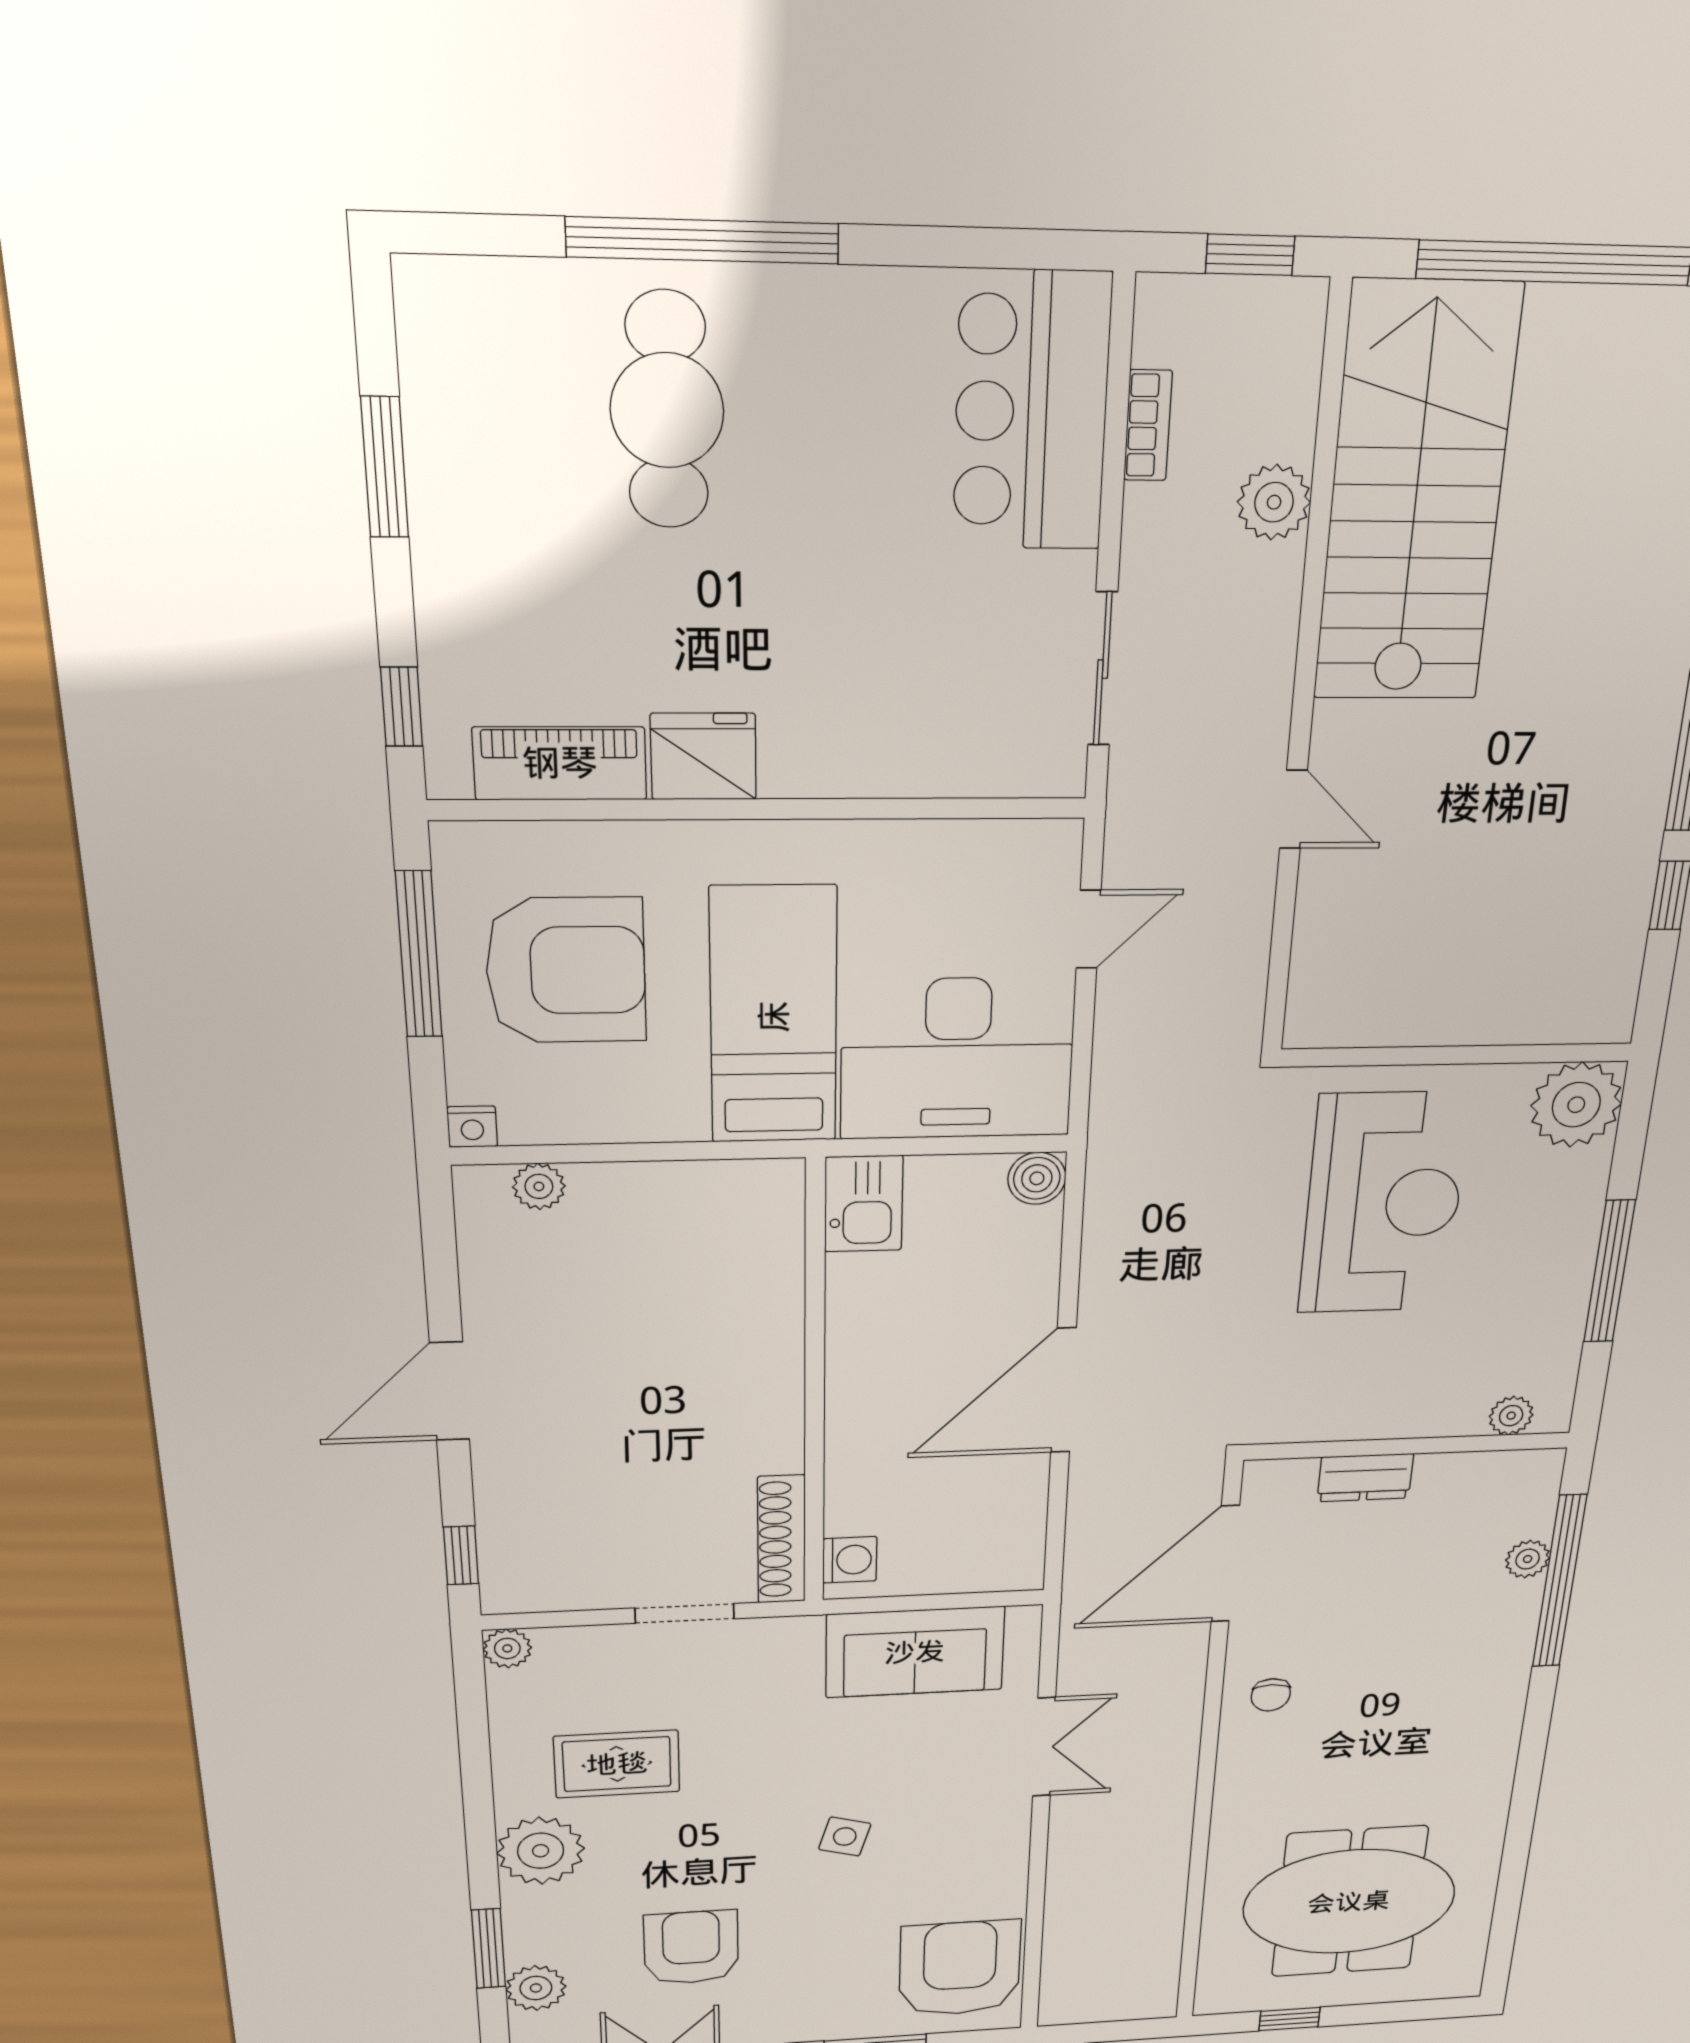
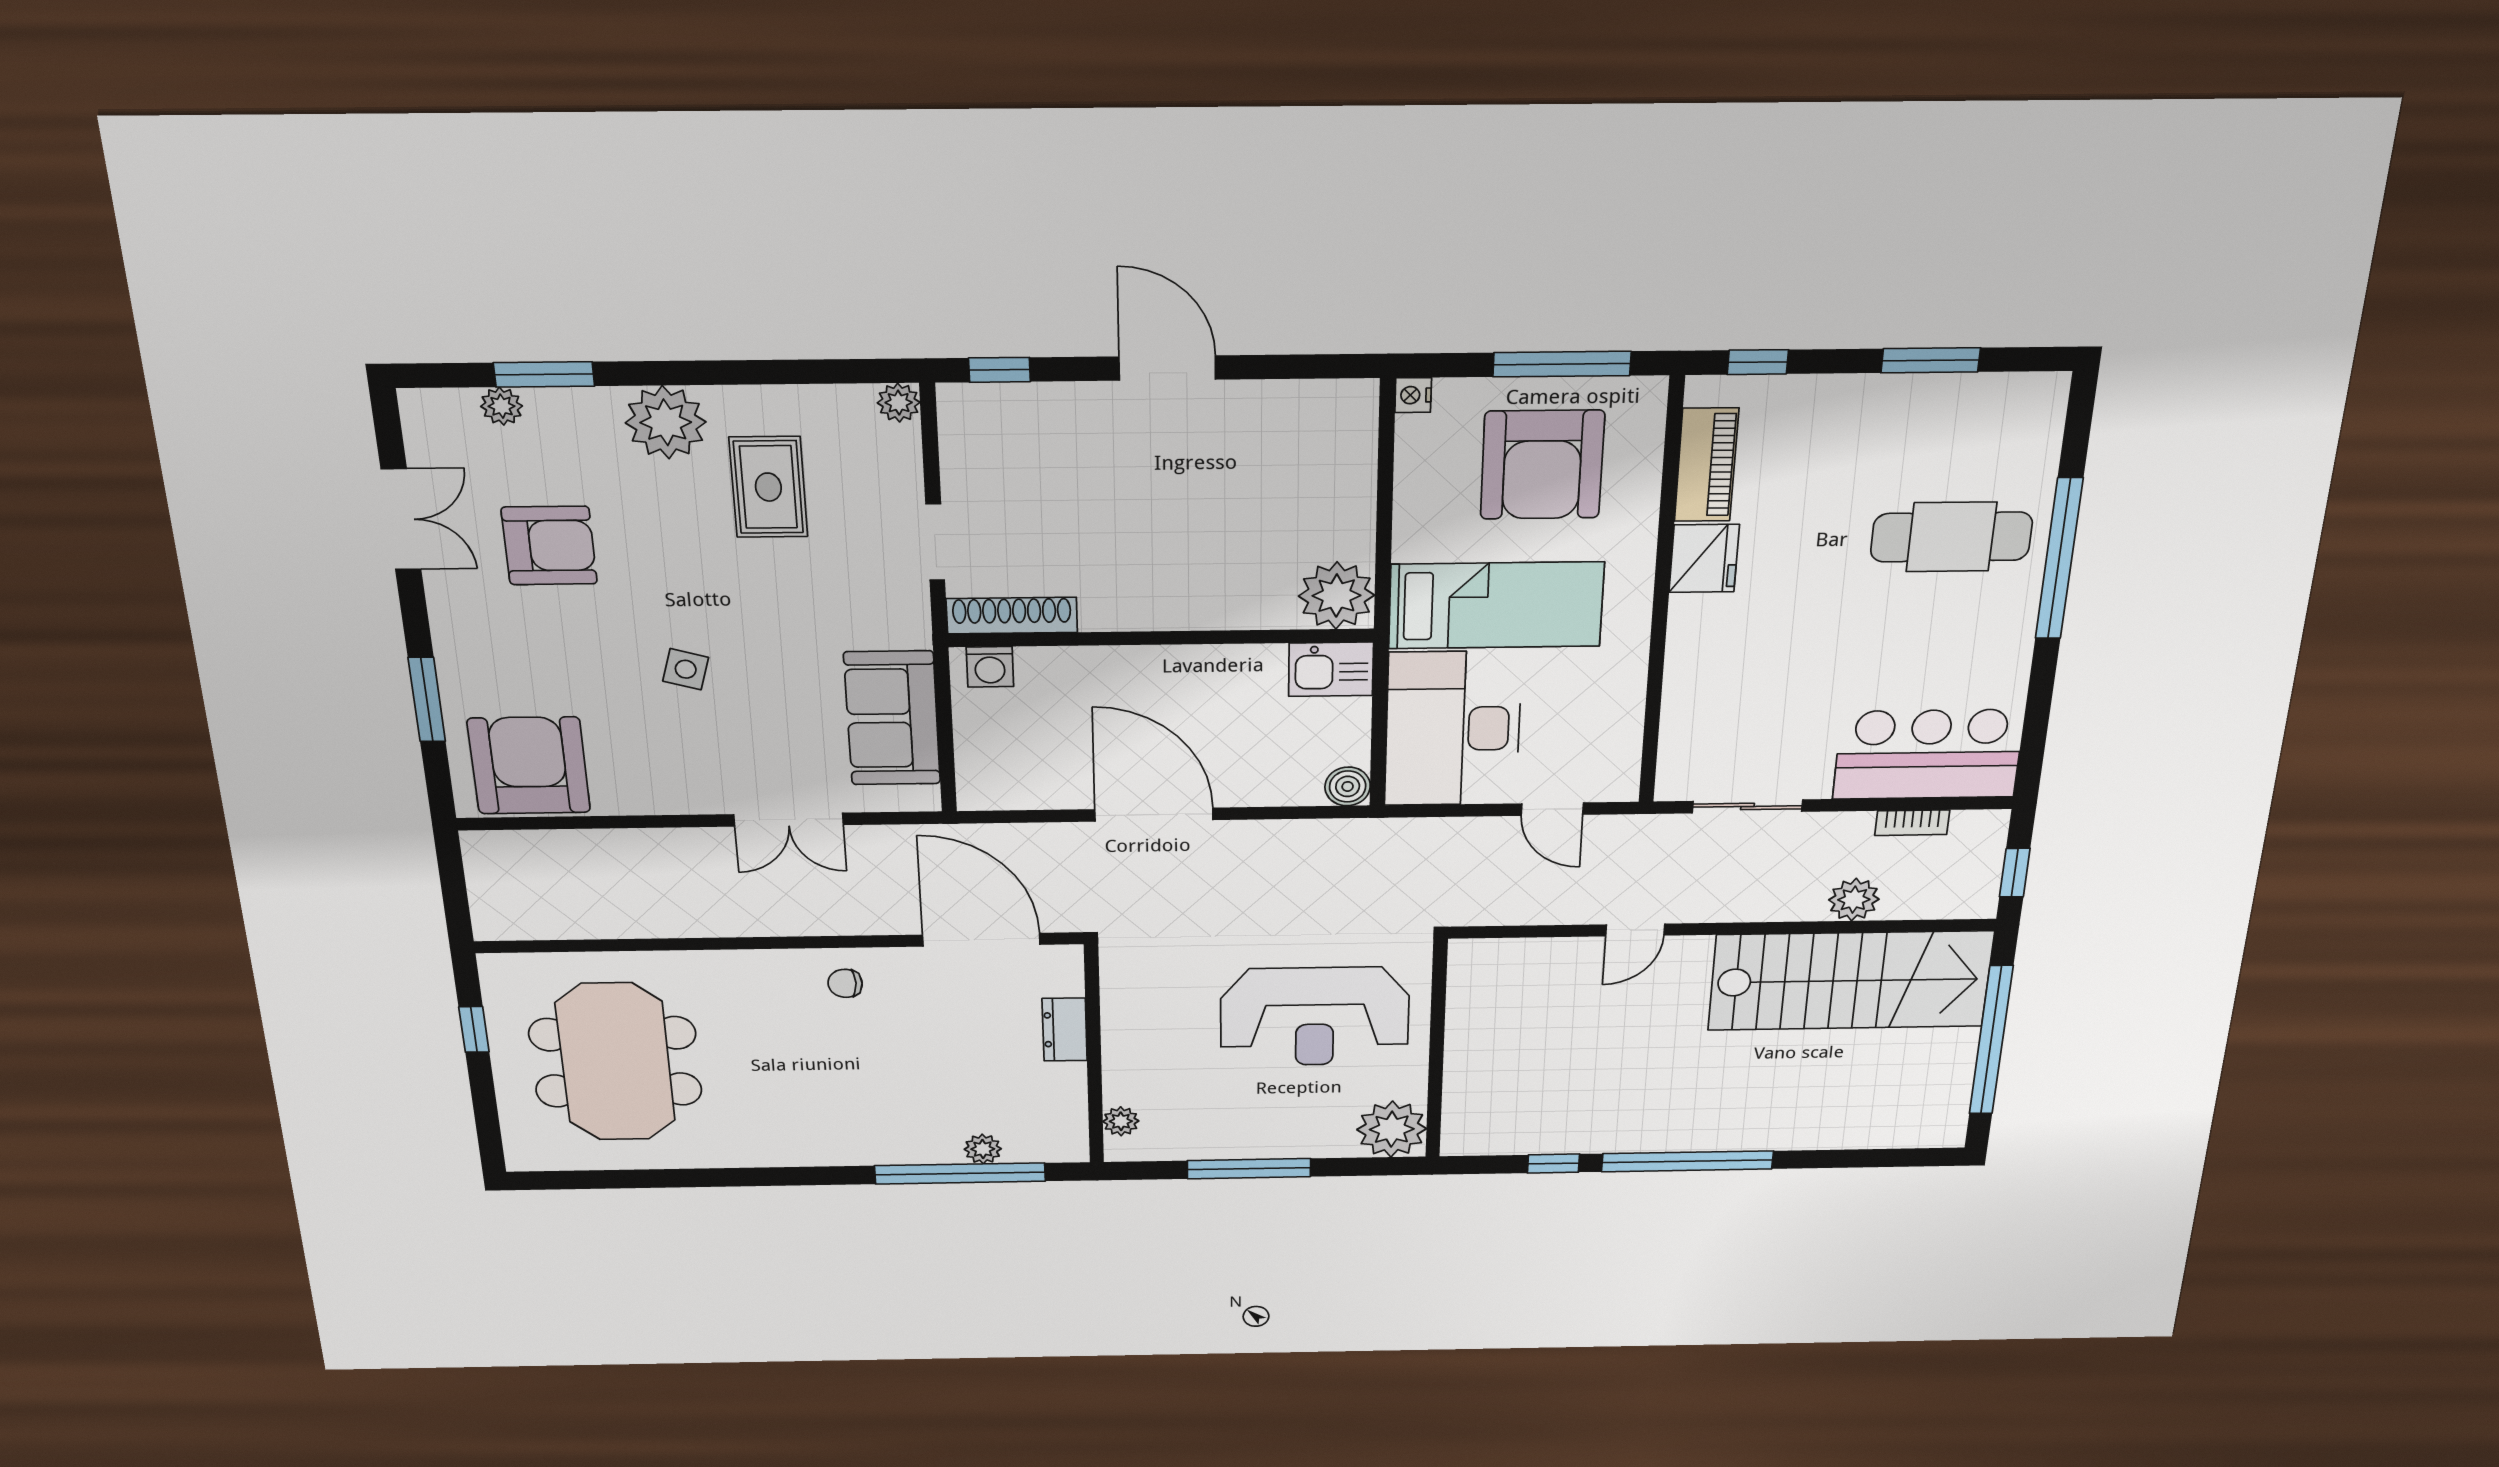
plant: (539, 1186) -> (1337, 596), moved, width x1.88, depth x1.88
armchair: (960, 1968) -> (529, 766), turned -90
plant: (536, 1988) -> (502, 406), width x0.73, depth x0.73

